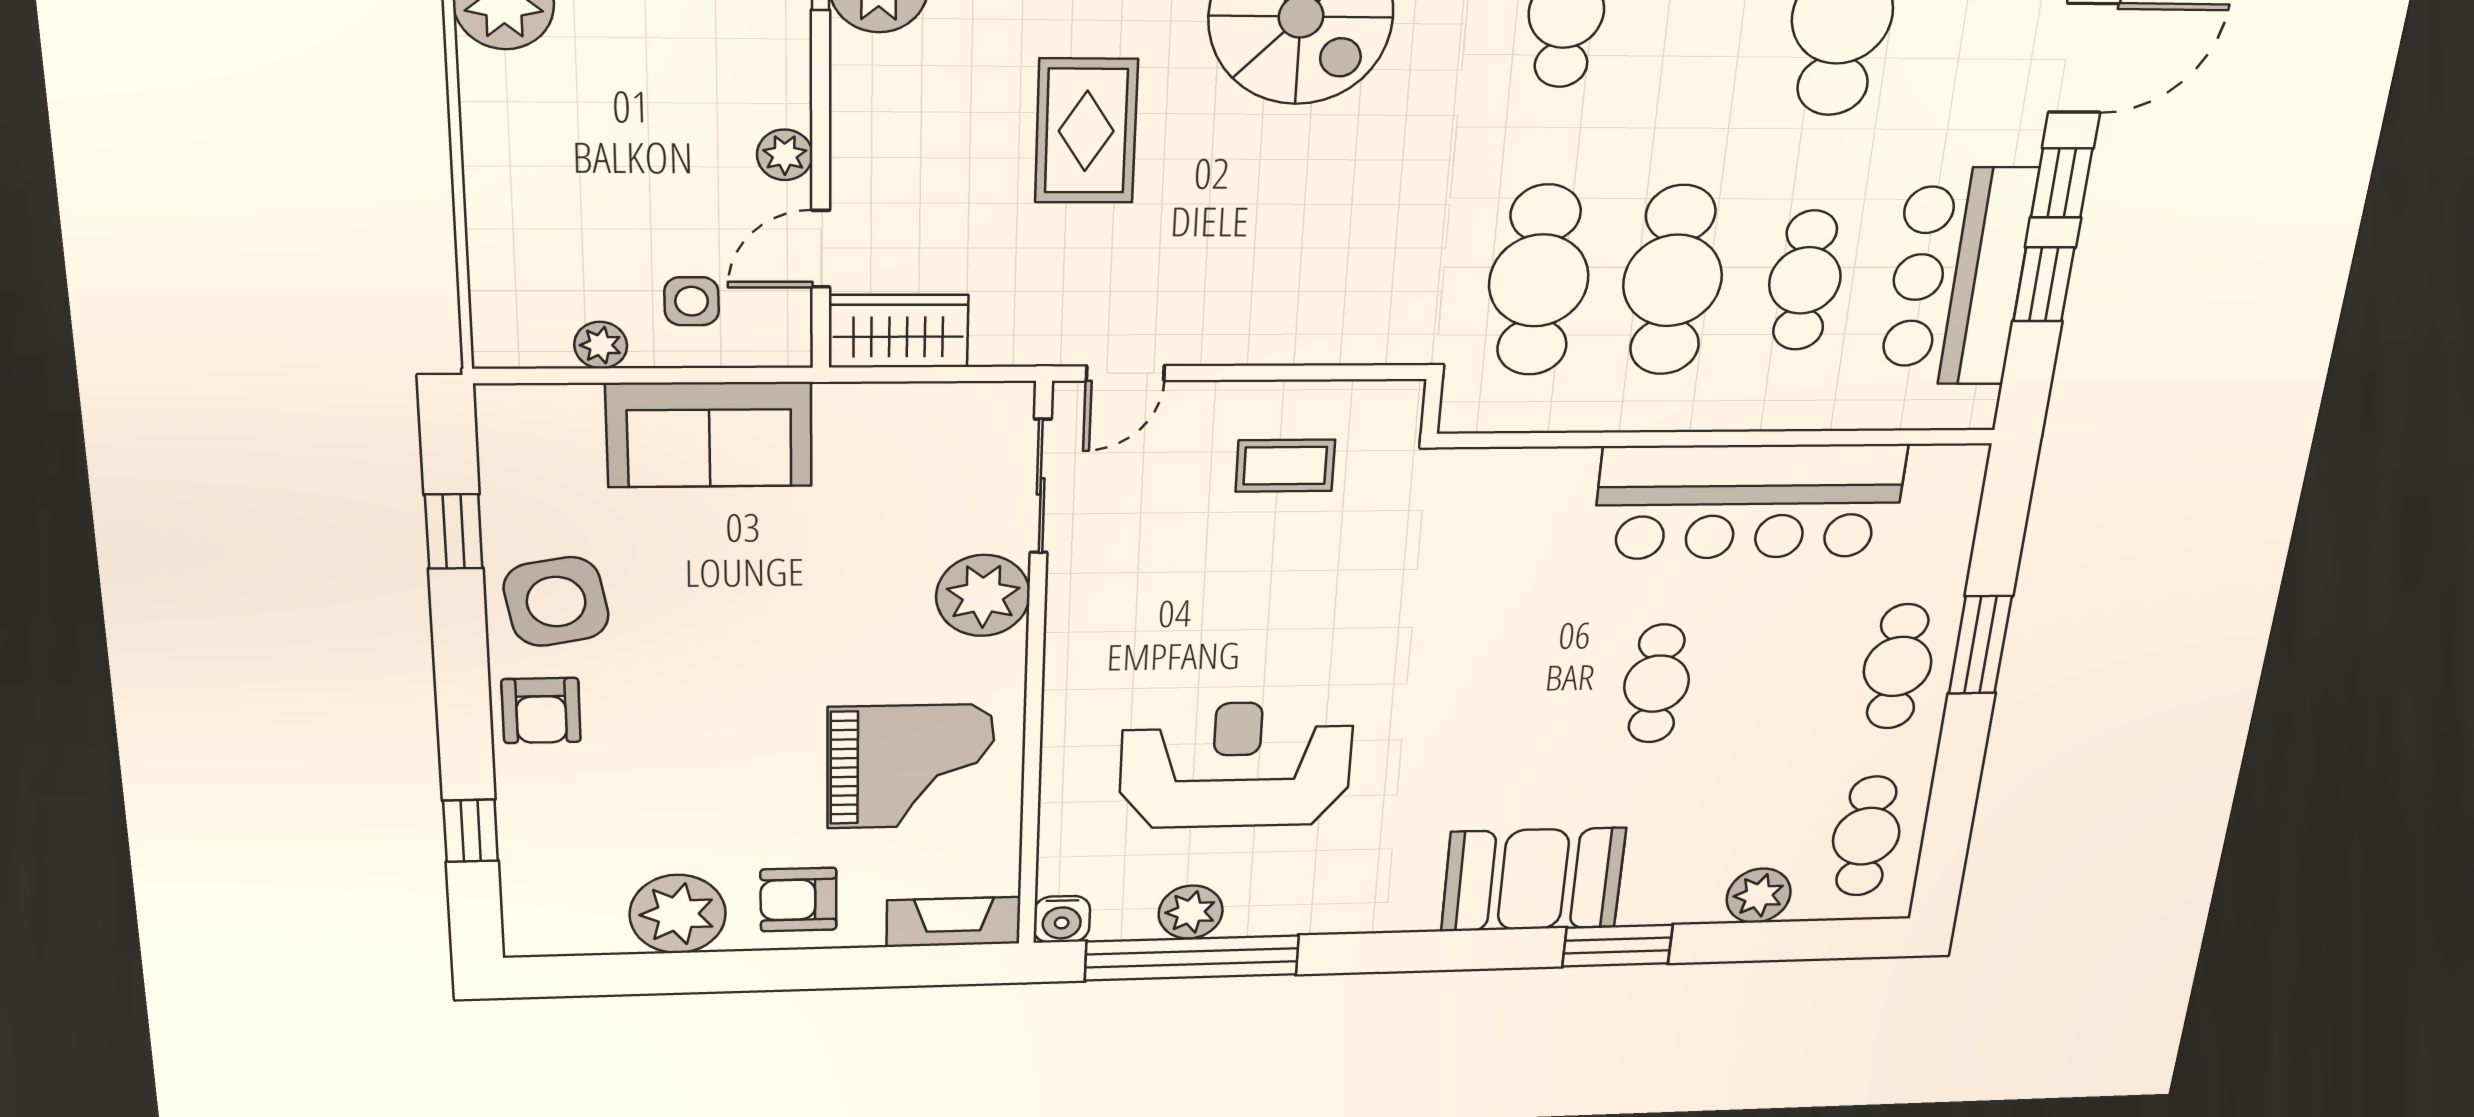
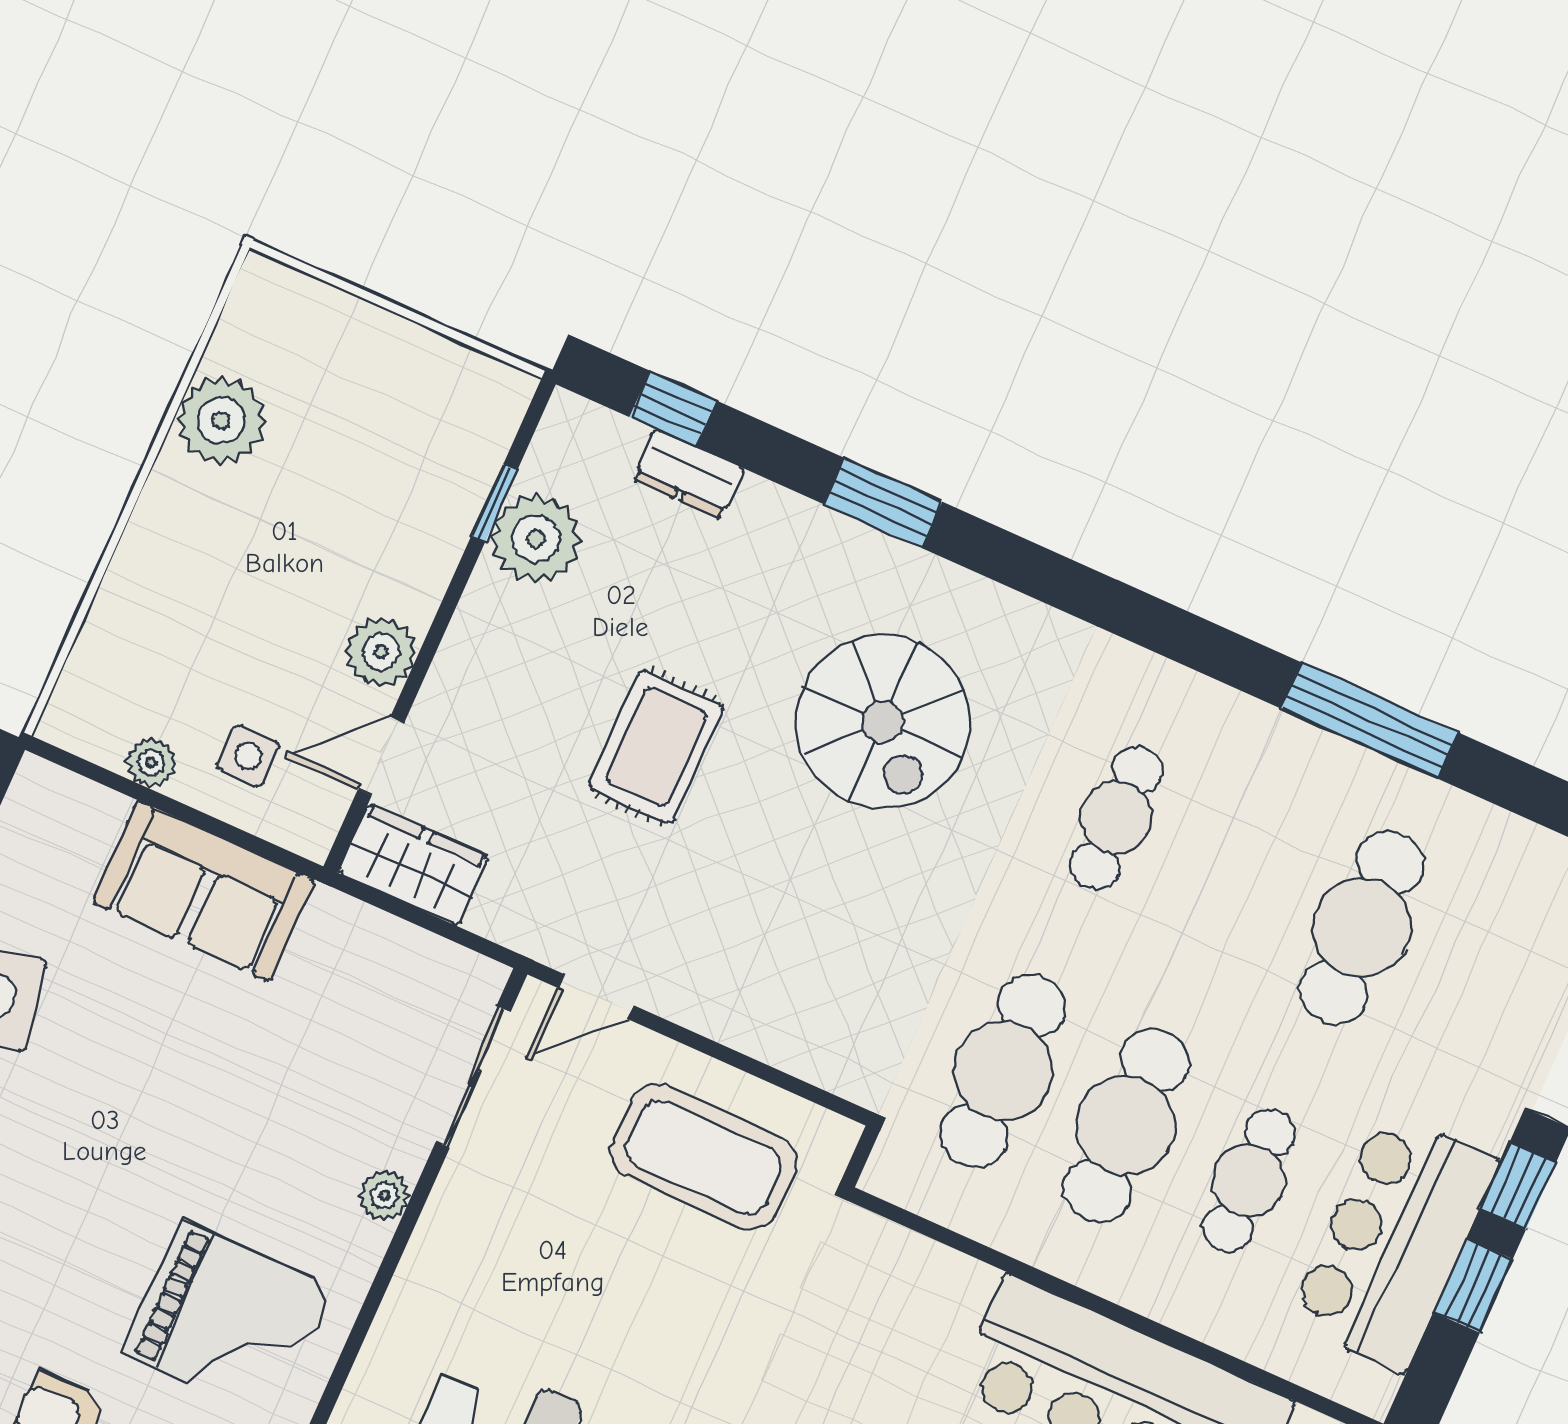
plant: (785, 155) -> (381, 652), width x1.38, depth x1.38
coffee table: (1285, 466) -> (703, 1157), width x1.86, depth x1.72
plant: (983, 596) -> (384, 1196), width x0.53, depth x0.53

